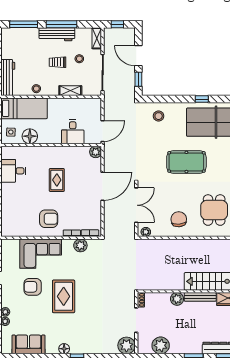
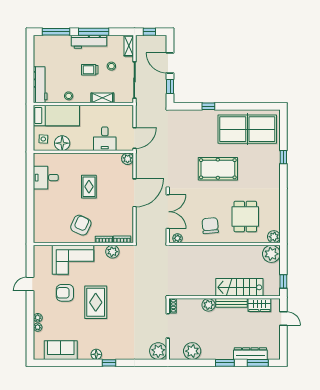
window: (202, 99) -> (208, 106), moved
stool: (159, 116) -> (190, 123), removed
armchair: (49, 219) -> (81, 225), turned -65

